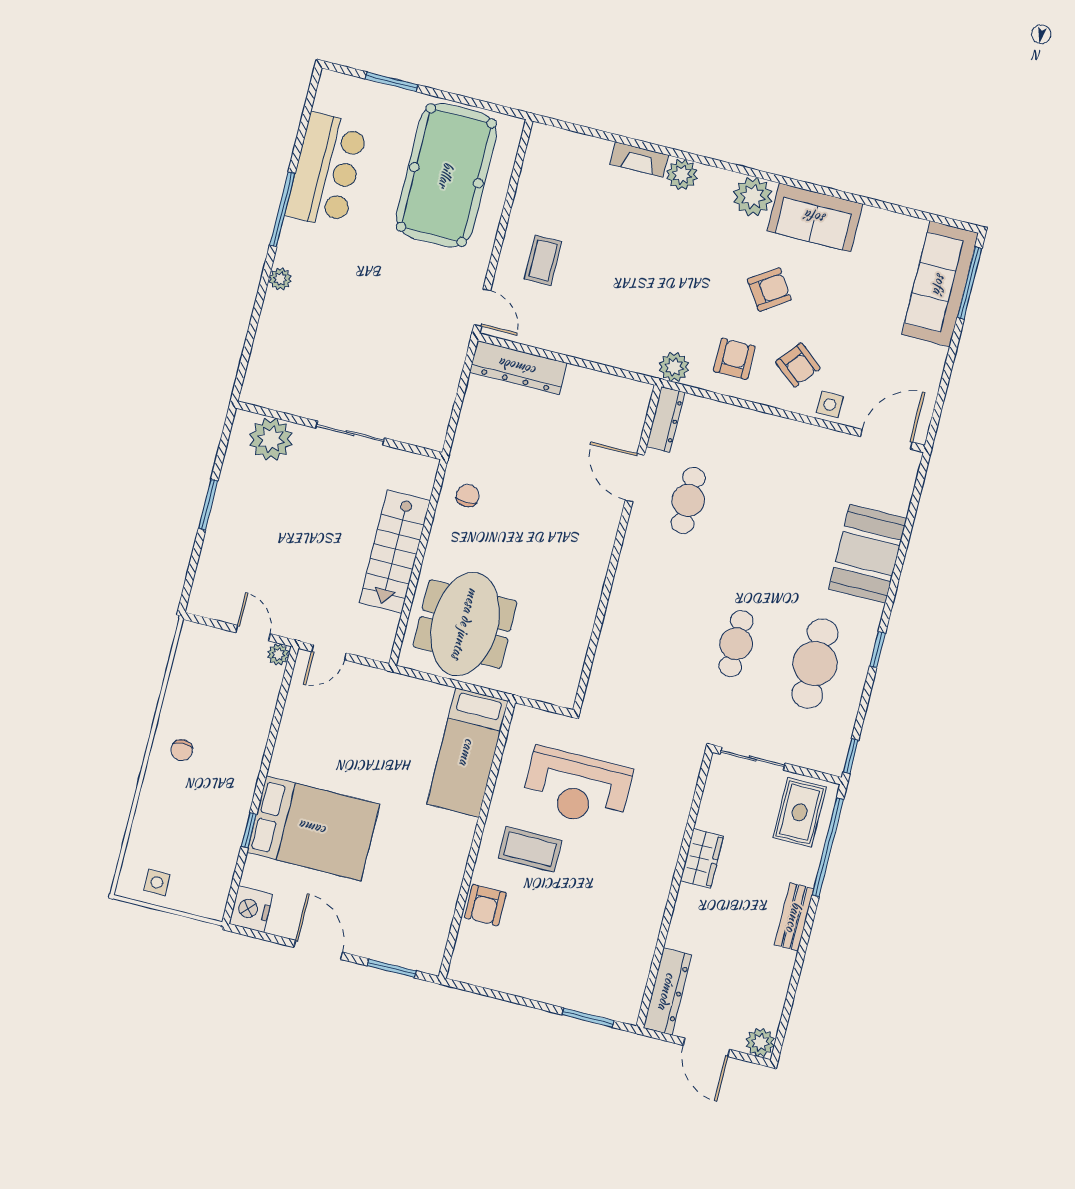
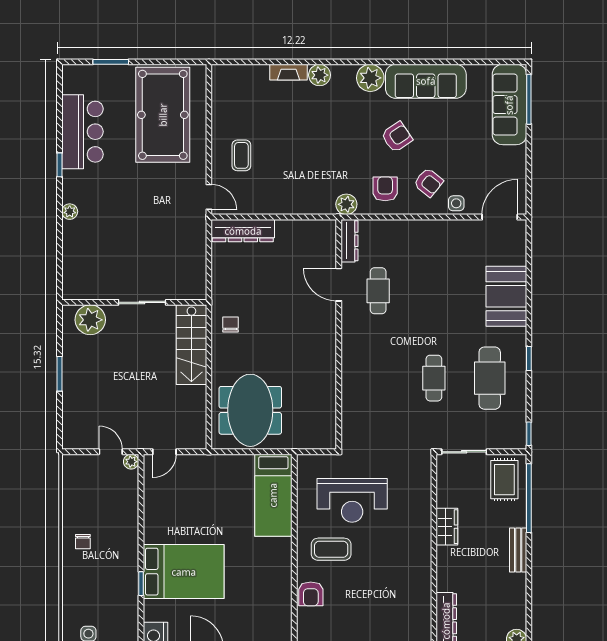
window: (282, 209) -> (59, 165), width x0.46
sofa: (815, 217) -> (426, 81), width x1.36
stairs: (395, 552) -> (191, 345), moved

